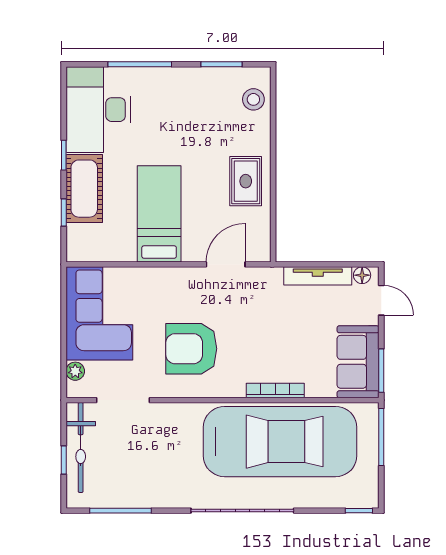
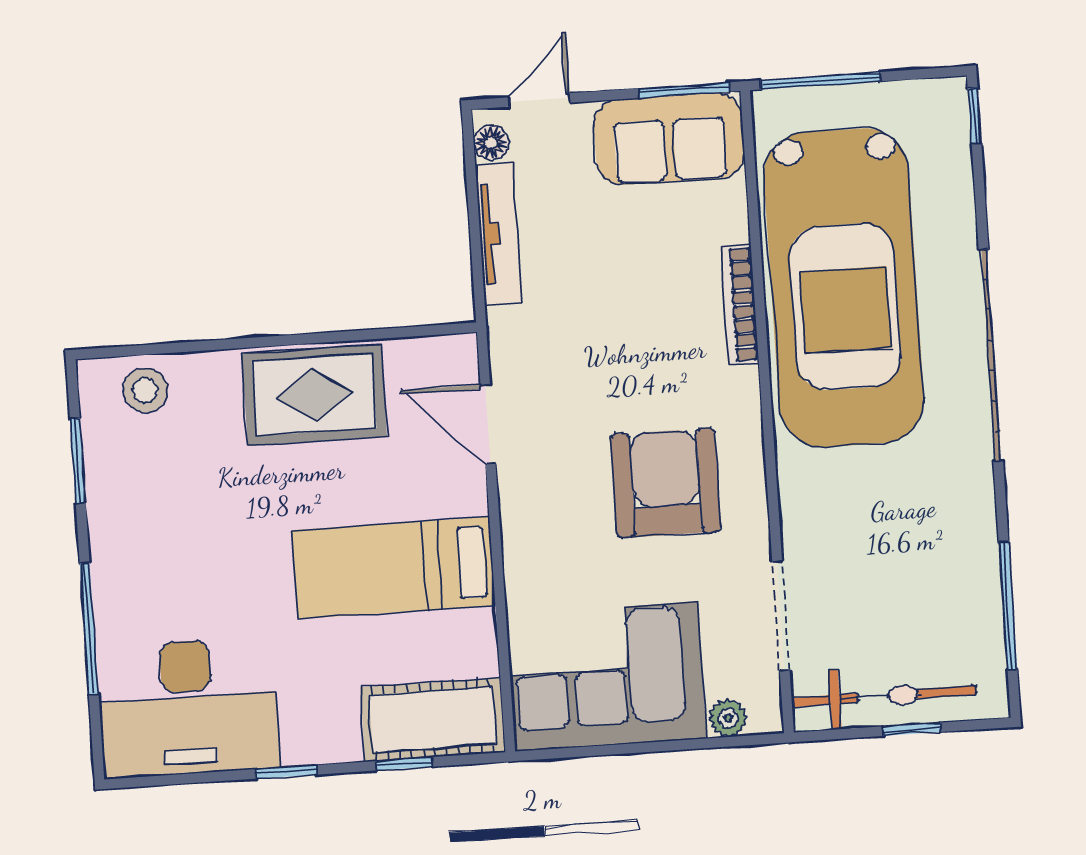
rug: (246, 181) -> (314, 395), width x1.36, depth x1.43
cot: (84, 189) -> (433, 720), moved
armchair: (191, 349) -> (666, 483), turned 180
car: (280, 442) -> (844, 288), turned 180

